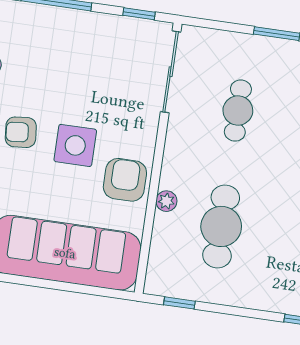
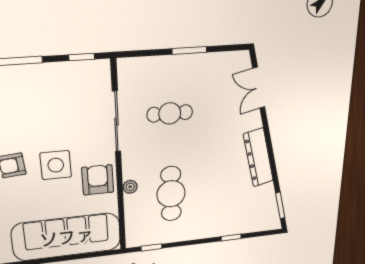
sliding door: (171, 72) -> (116, 122), moved
cafe table: (238, 111) -> (170, 113), turned 90

